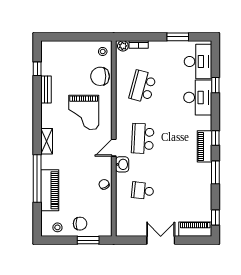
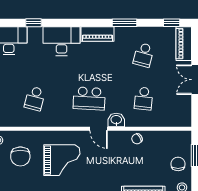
chair: (100, 76) -> (20, 156), moved
school desk: (143, 86) -> (35, 99), width x0.54
desk: (198, 97) -> (62, 41), moved
window: (215, 138) -> (89, 23), removed
school desk: (184, 191) -> (144, 55), added

